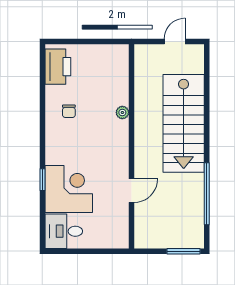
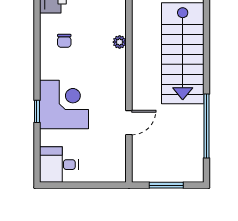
corner desk: (69, 189) -> (64, 104), moved
window: (184, 251) -> (166, 185), moved

